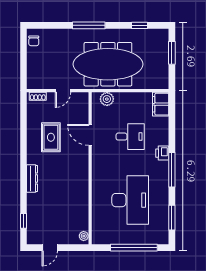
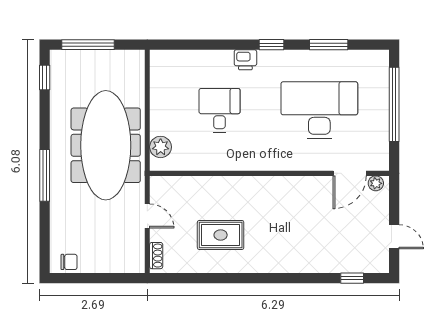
window: (139, 25) -> (45, 77), moved
window: (172, 53) -> (88, 45), width x1.44
filing cabinet: (161, 104) -> (169, 62), removed
door: (90, 135) -> (350, 173), moved
window: (172, 170) -> (272, 45), width x0.46
dresser: (32, 178) -> (285, 265), removed
window: (172, 218) -> (329, 45), moved

